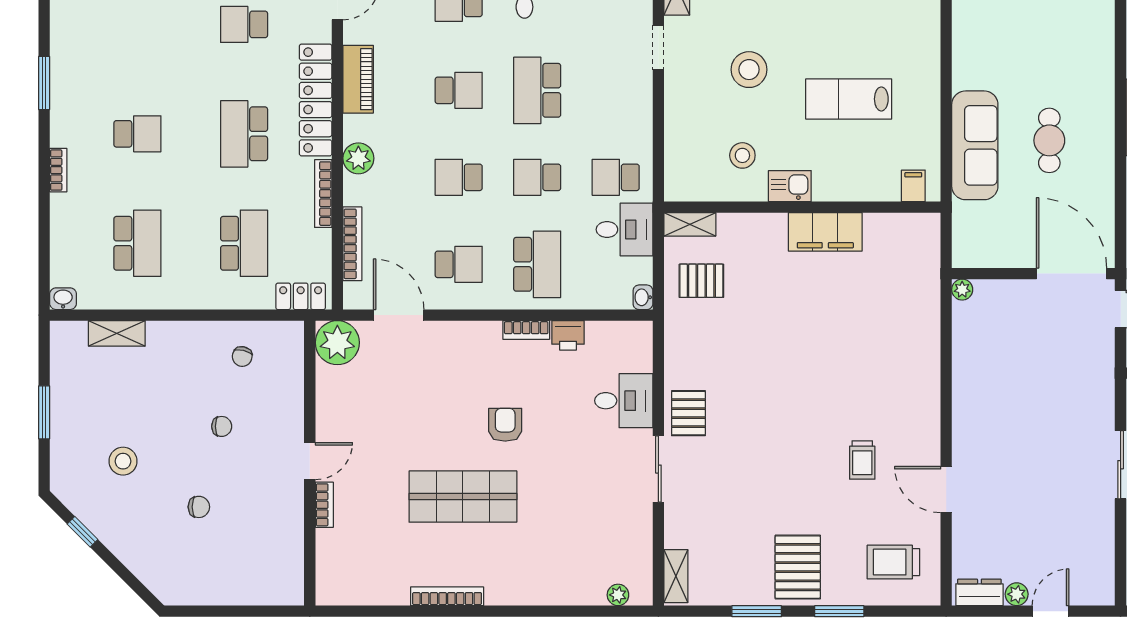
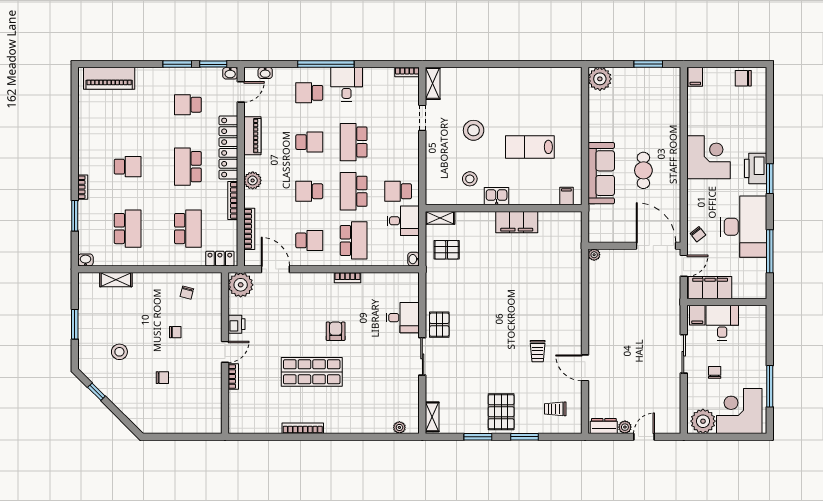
window: (44, 83) -> (75, 216), moved
school desk: (537, 177) -> (354, 191), width x1.85
printer: (568, 335) -> (237, 324), moved, turned -90
trolley: (893, 562) -> (555, 409), width x0.73, depth x0.72

